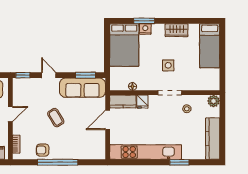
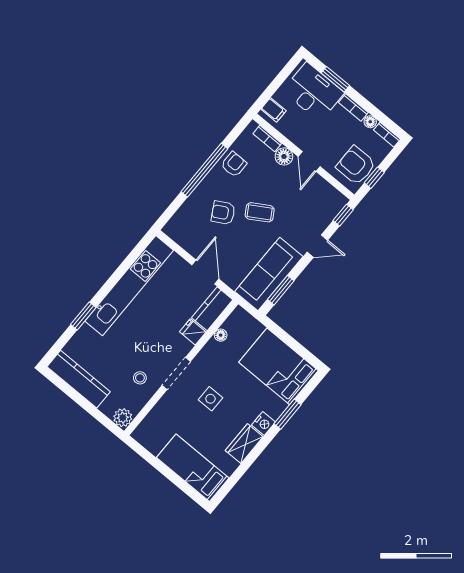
nightstand: (145, 29) -> (263, 423), moved
floor lamp: (18, 129) -> (284, 156), added
armchair: (71, 135) -> (223, 213), added

